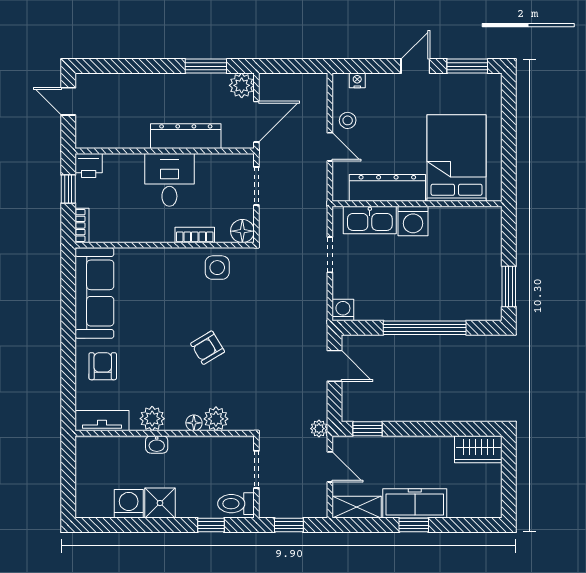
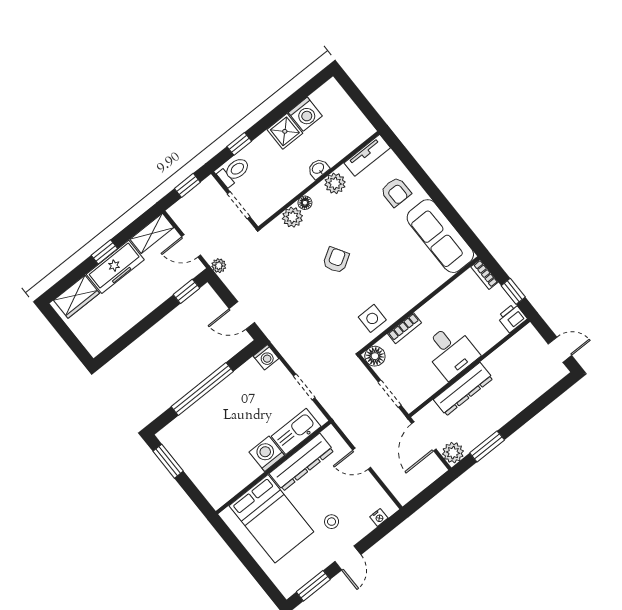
stool: (348, 120) -> (332, 522), moved
wardrobe: (478, 449) -> (76, 297), moved, turned 180

